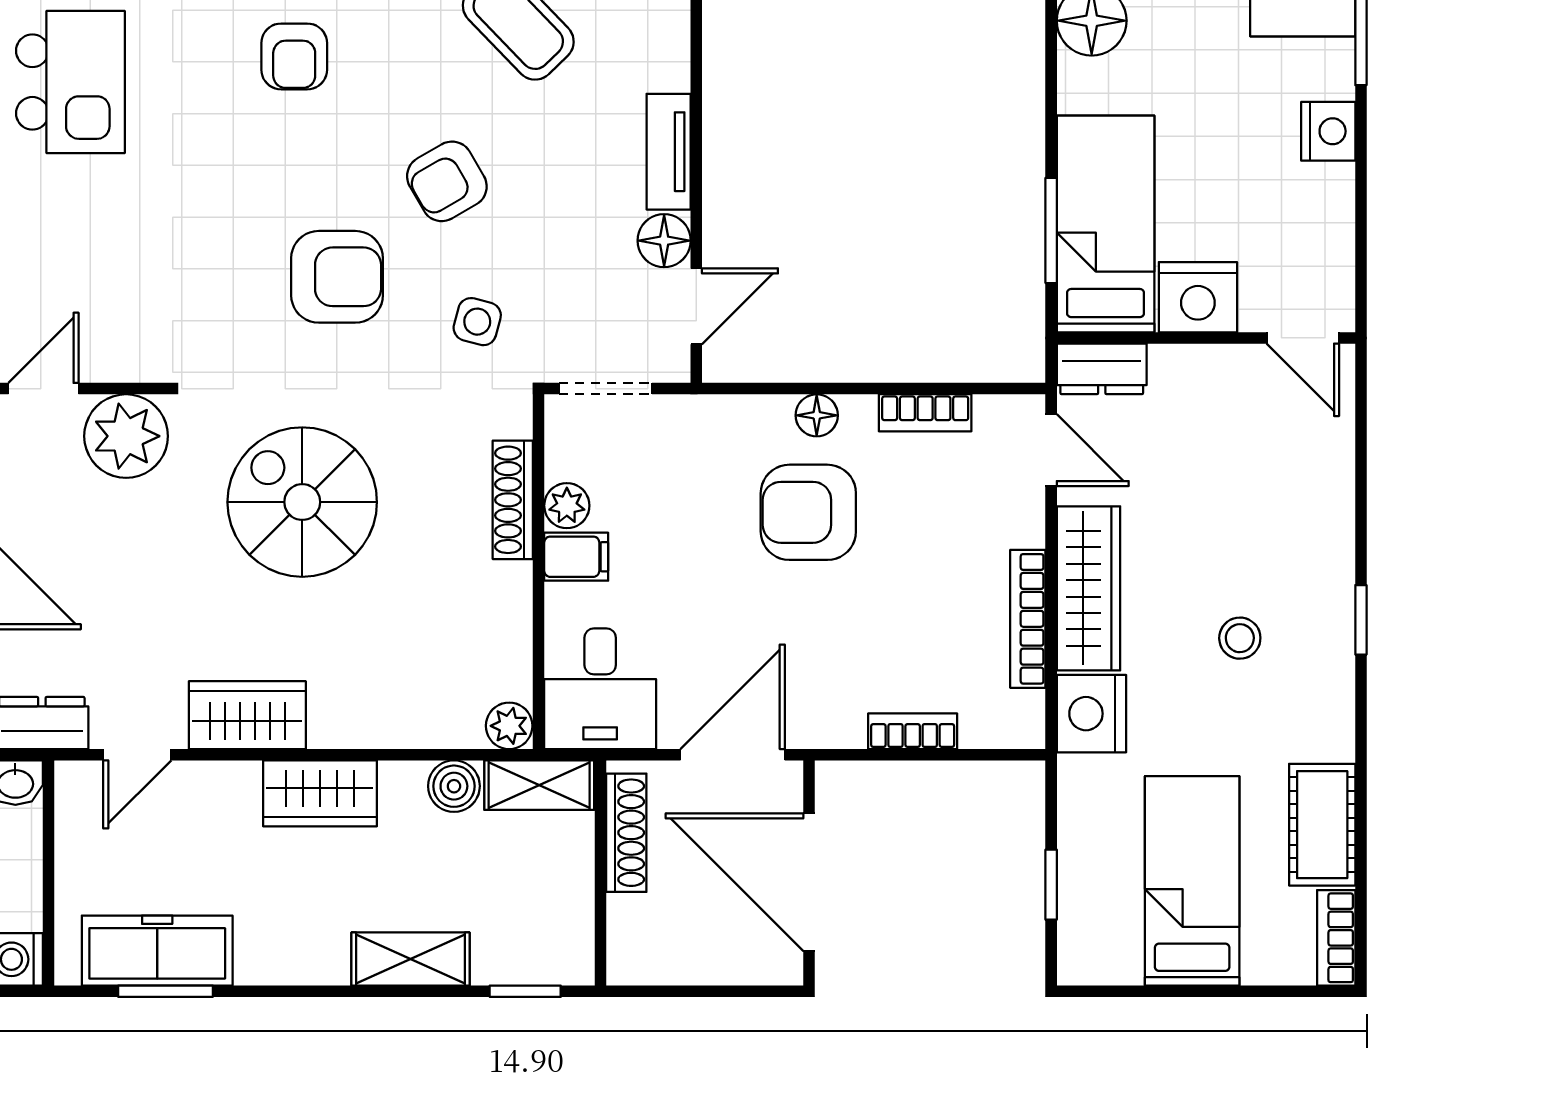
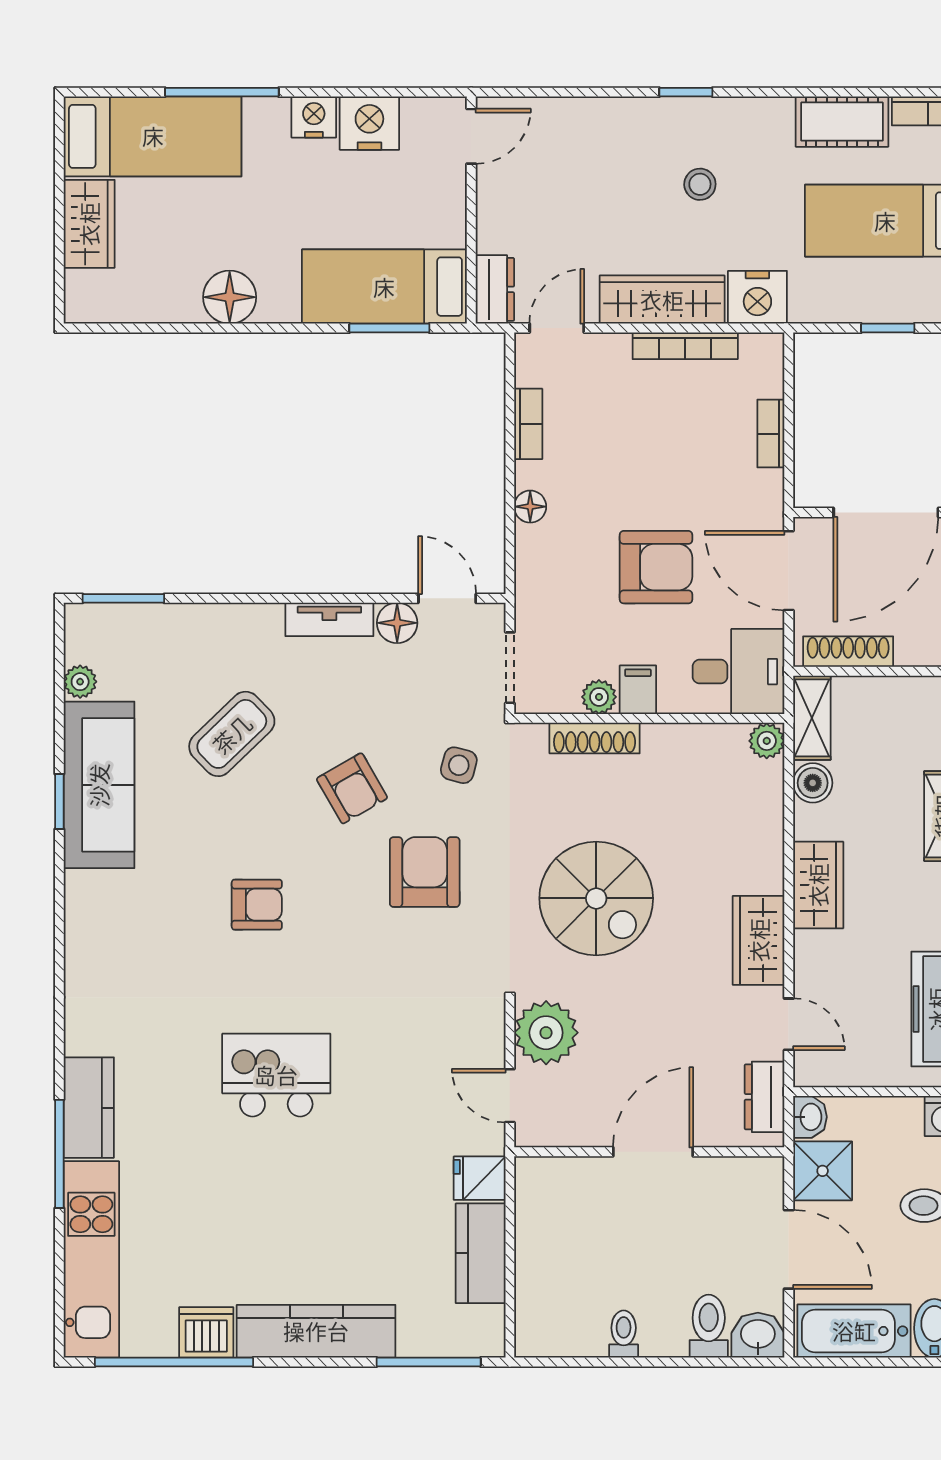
nightstand: (1198, 297) -> (369, 123), moved, turned -90
spiral stairs: (302, 502) -> (596, 898), turned -90
armchair: (808, 512) -> (656, 567), moved, turned -90

